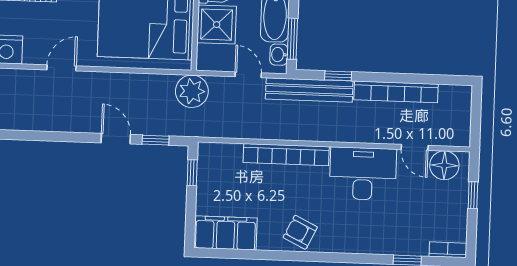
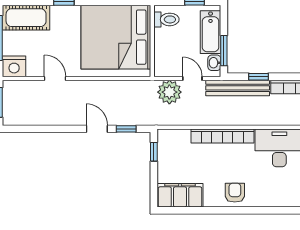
shower: (217, 25) -> (168, 42), removed
door: (62, 68) -> (55, 78), hinge flipped
plant: (192, 91) -> (169, 92), moved
armchair: (300, 232) -> (235, 193), turned 64

